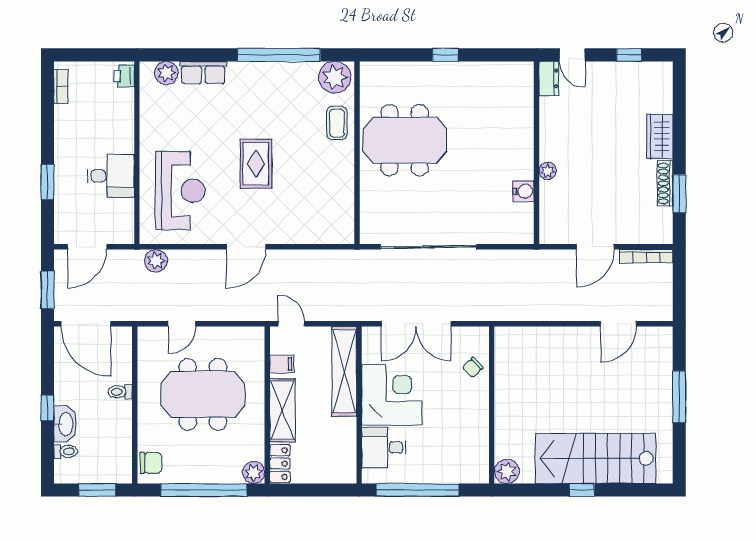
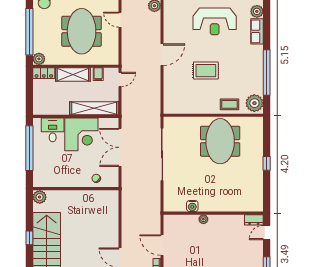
rug: (256, 164) -> (206, 71), moved
reception desk: (180, 191) -> (215, 21), moved
door: (246, 247) -> (162, 55), swing flipped

